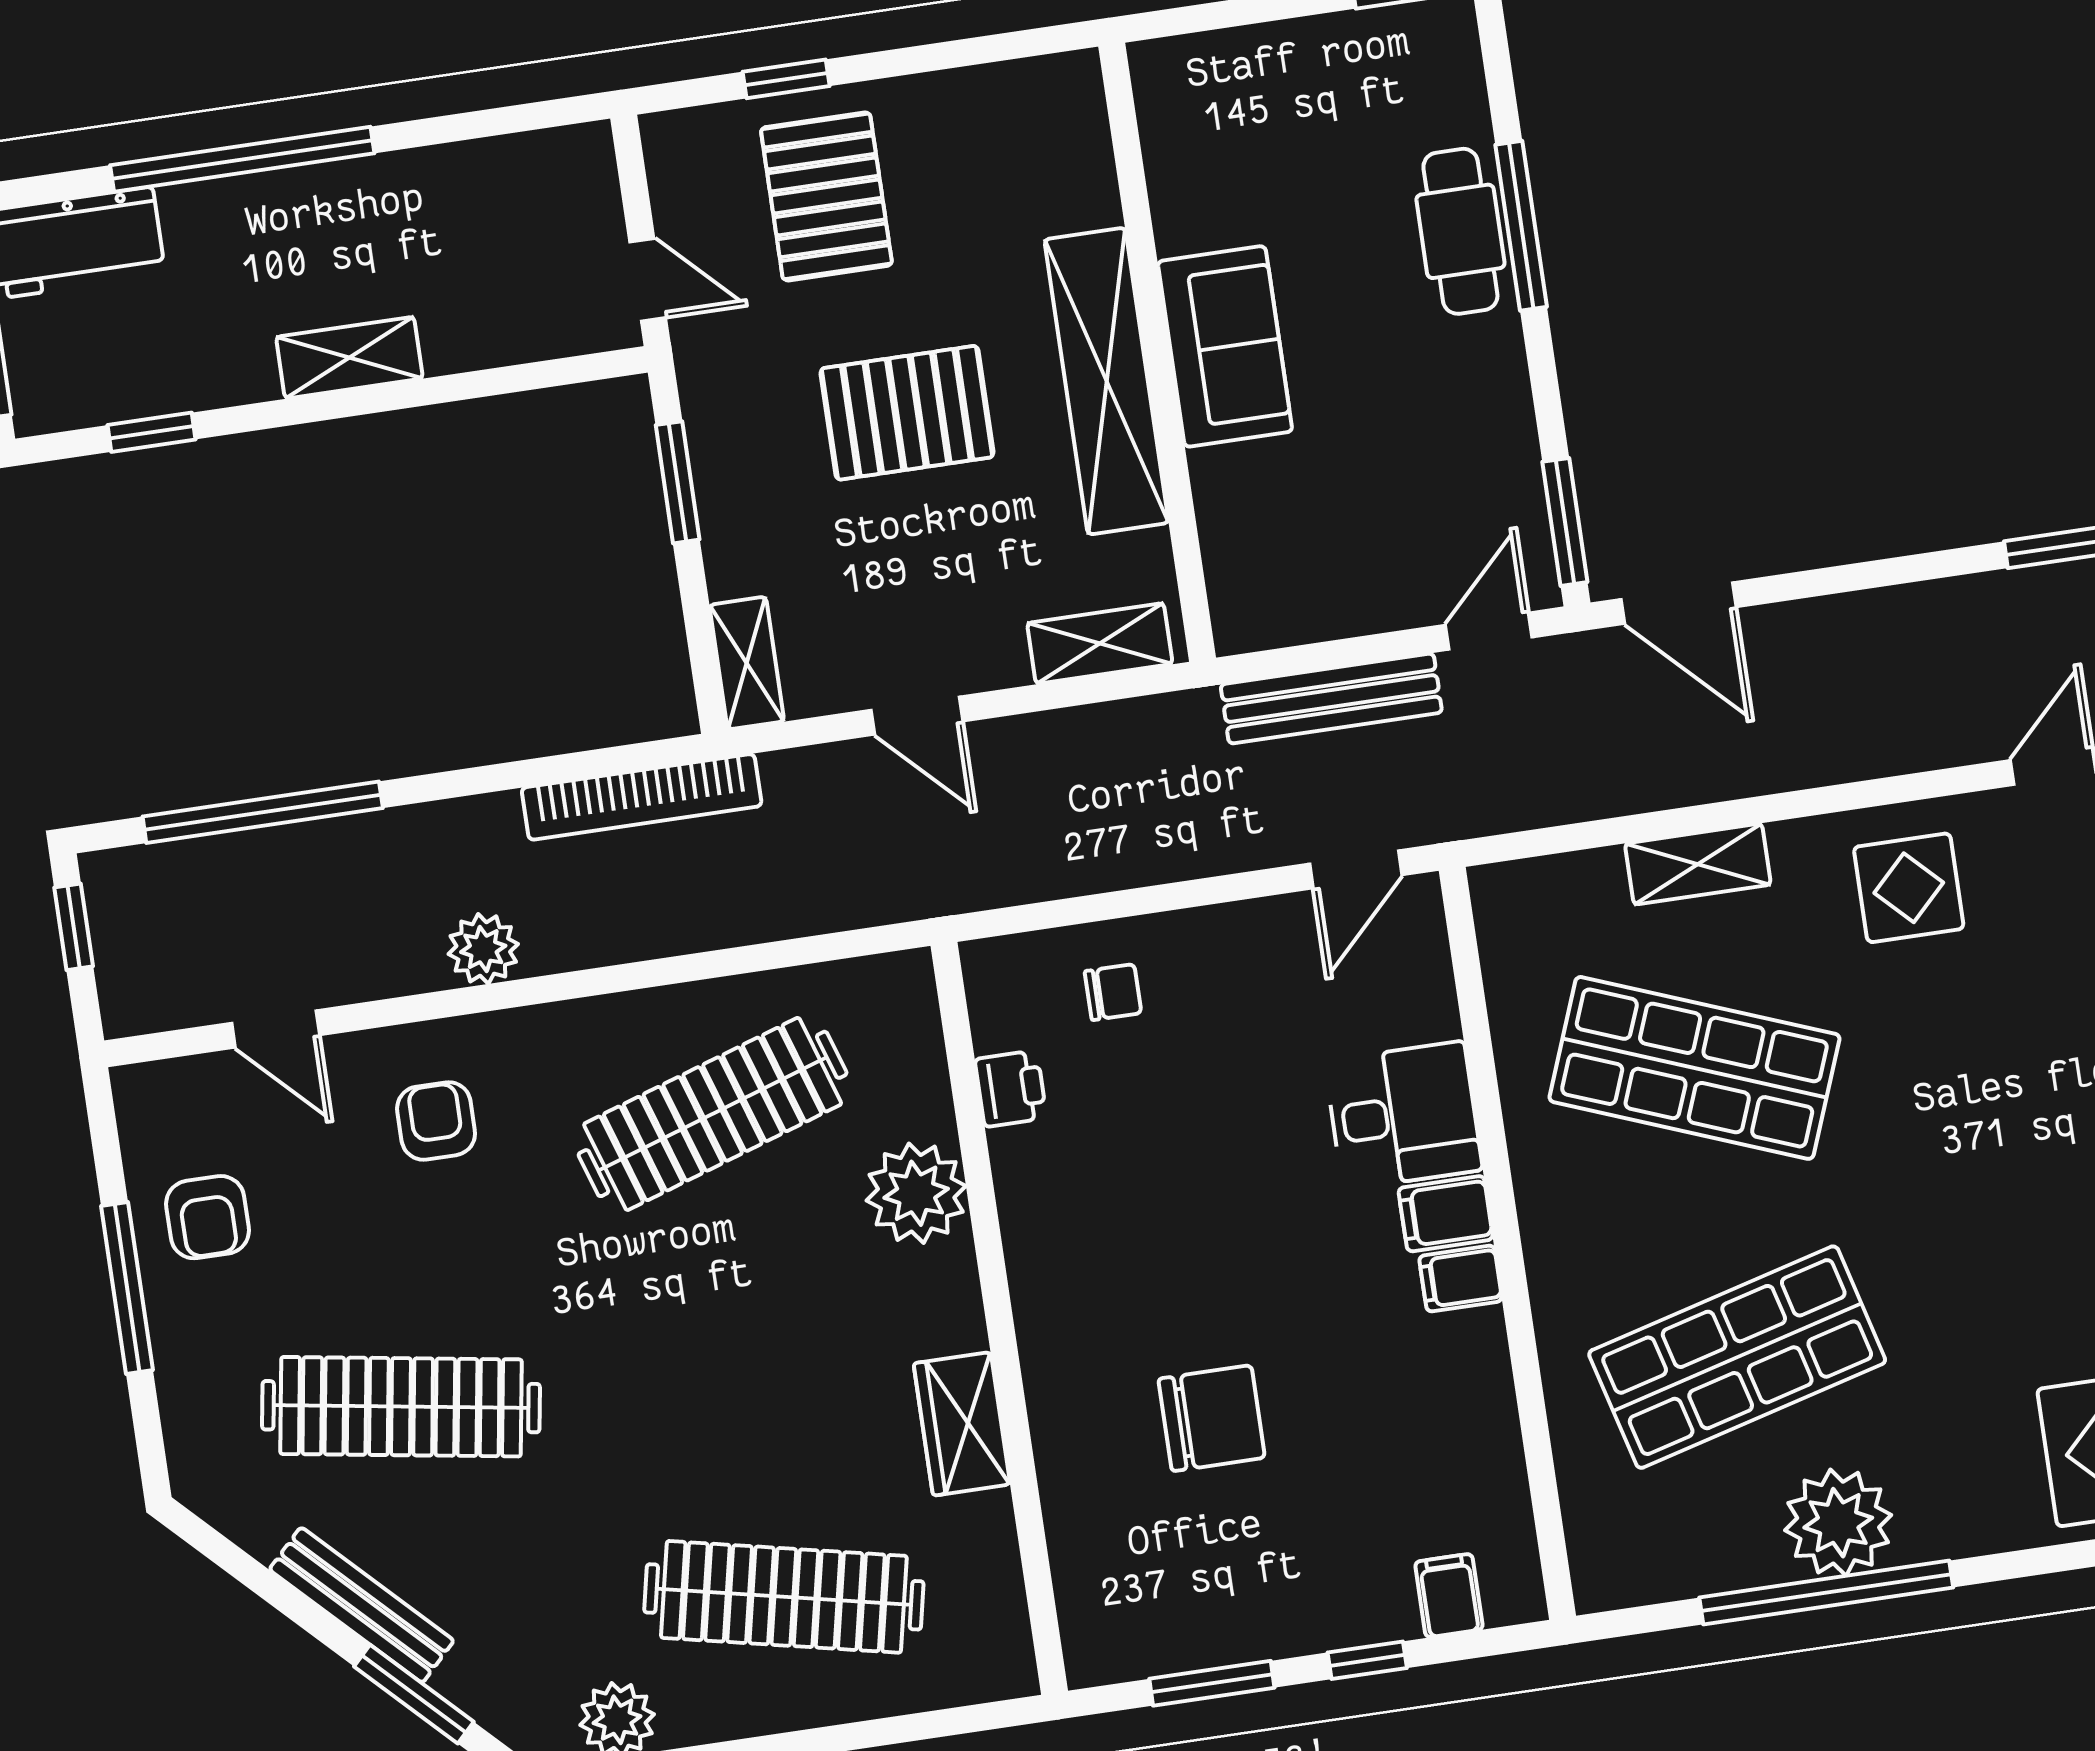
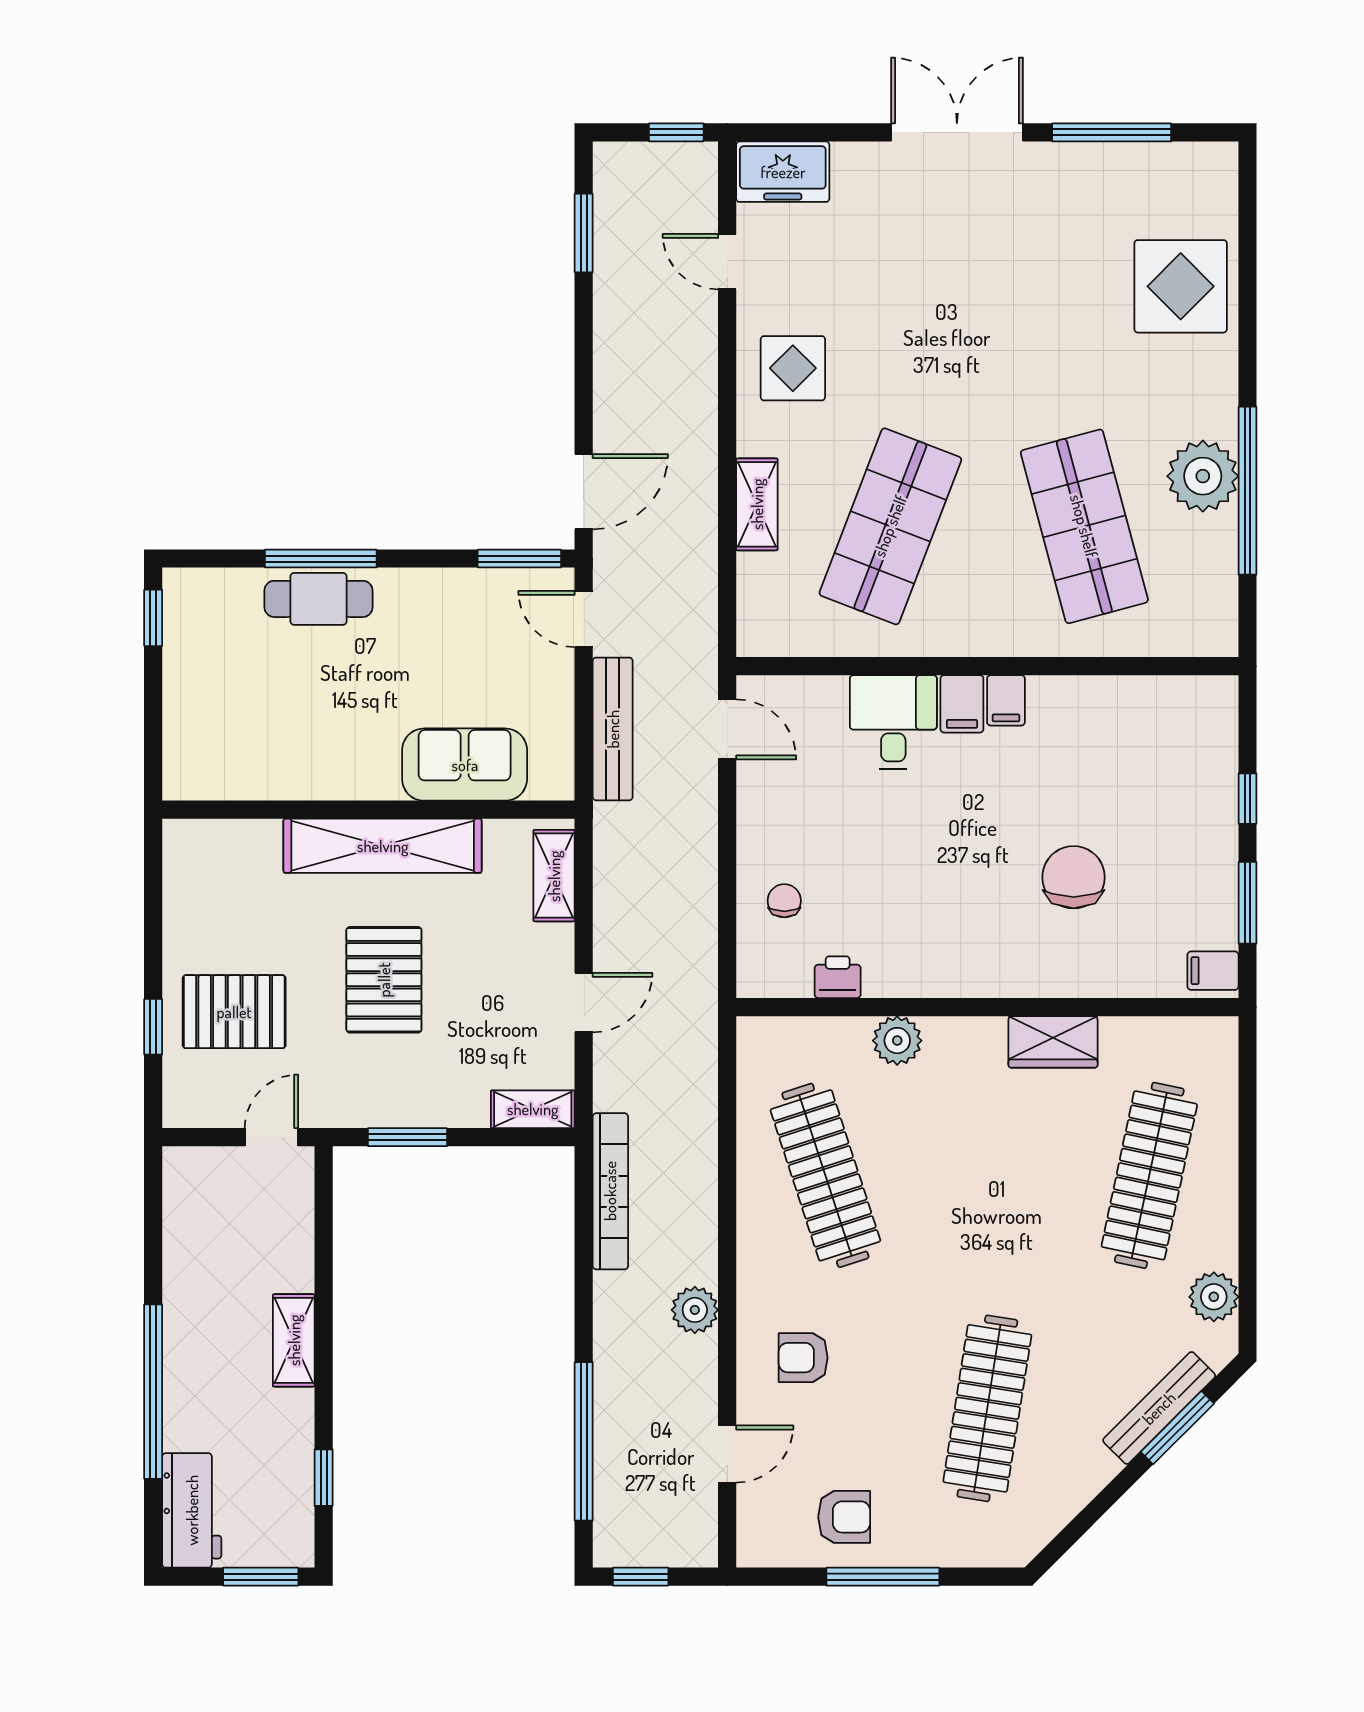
sofa: (1225, 346) -> (465, 765), moved
plant: (916, 1193) -> (897, 1041), width x0.73, depth x0.73
filing cabinet: (1449, 1596) -> (1213, 971), moved
bench: (362, 1605) -> (1159, 1408), moved

